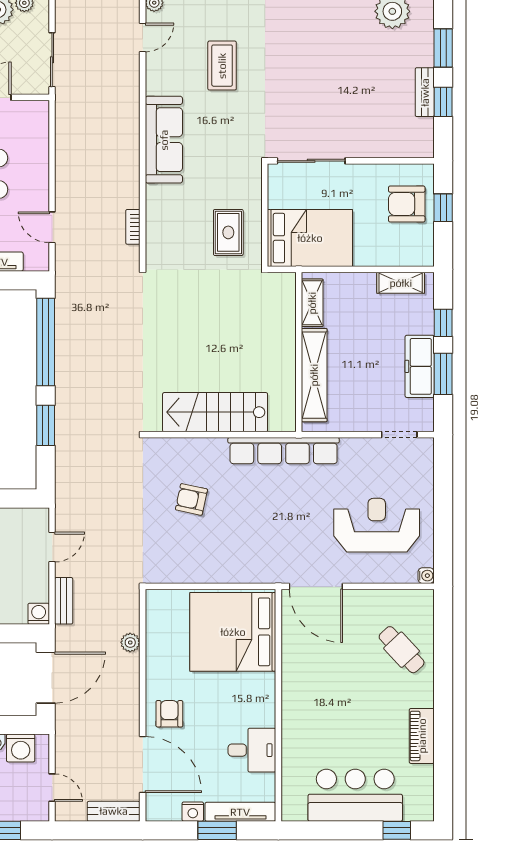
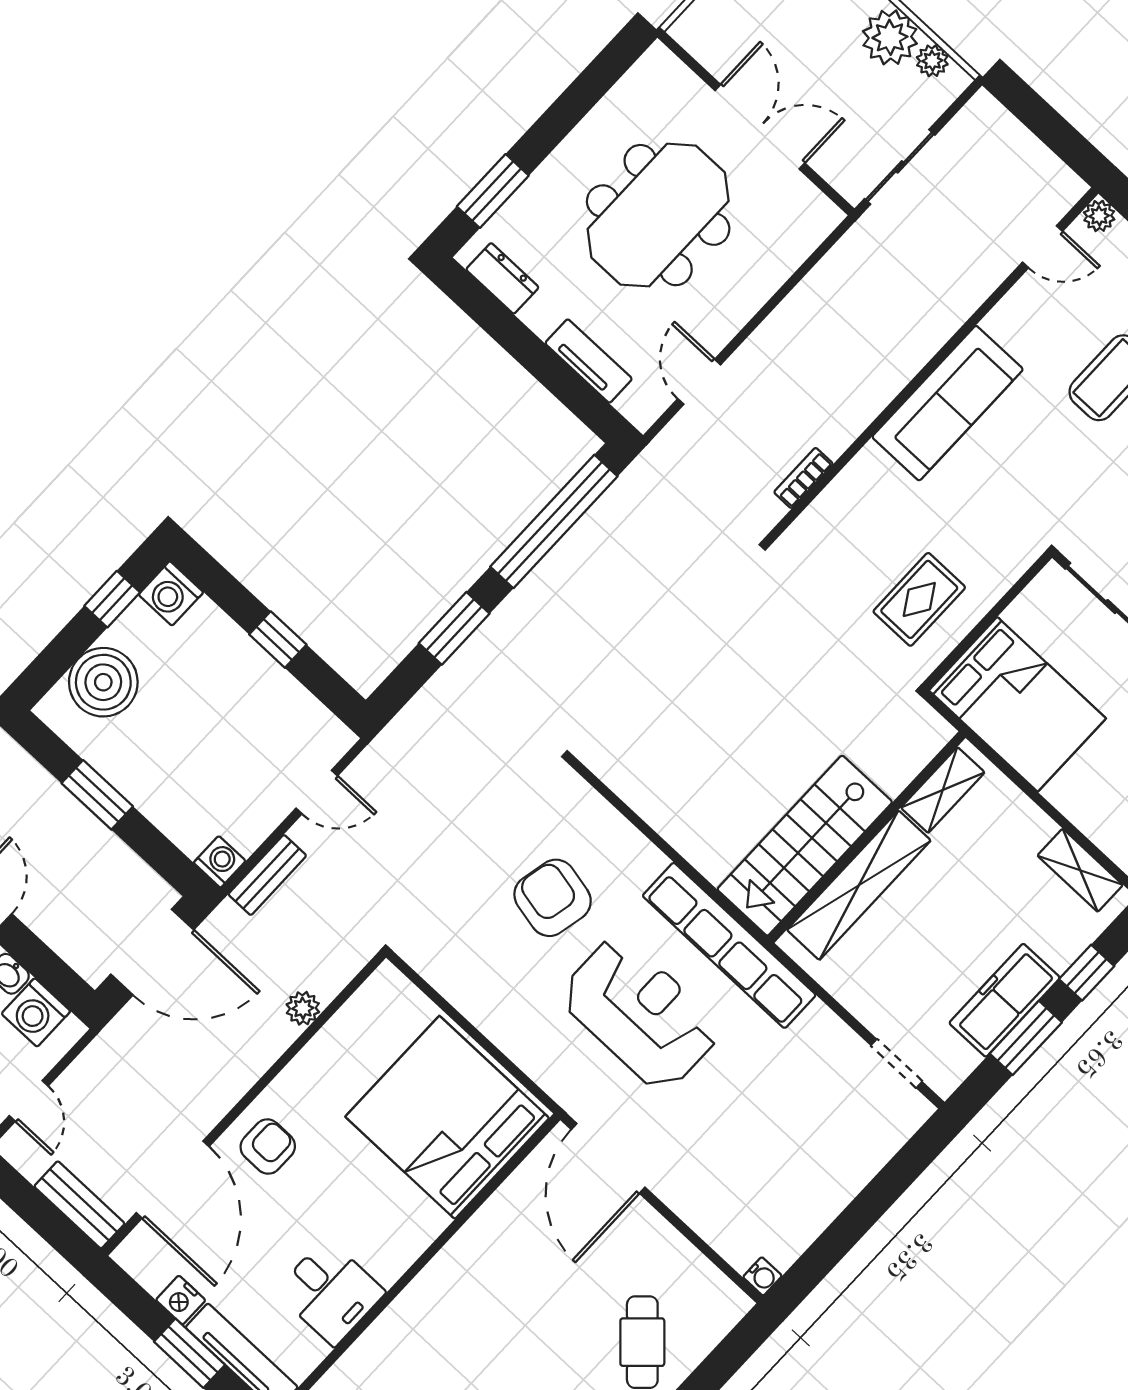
stairs: (215, 412) -> (805, 846), moved, turned -90
armchair: (191, 499) -> (553, 898), width x1.38, depth x1.38
reception desk: (377, 525) -> (640, 1013), moved

